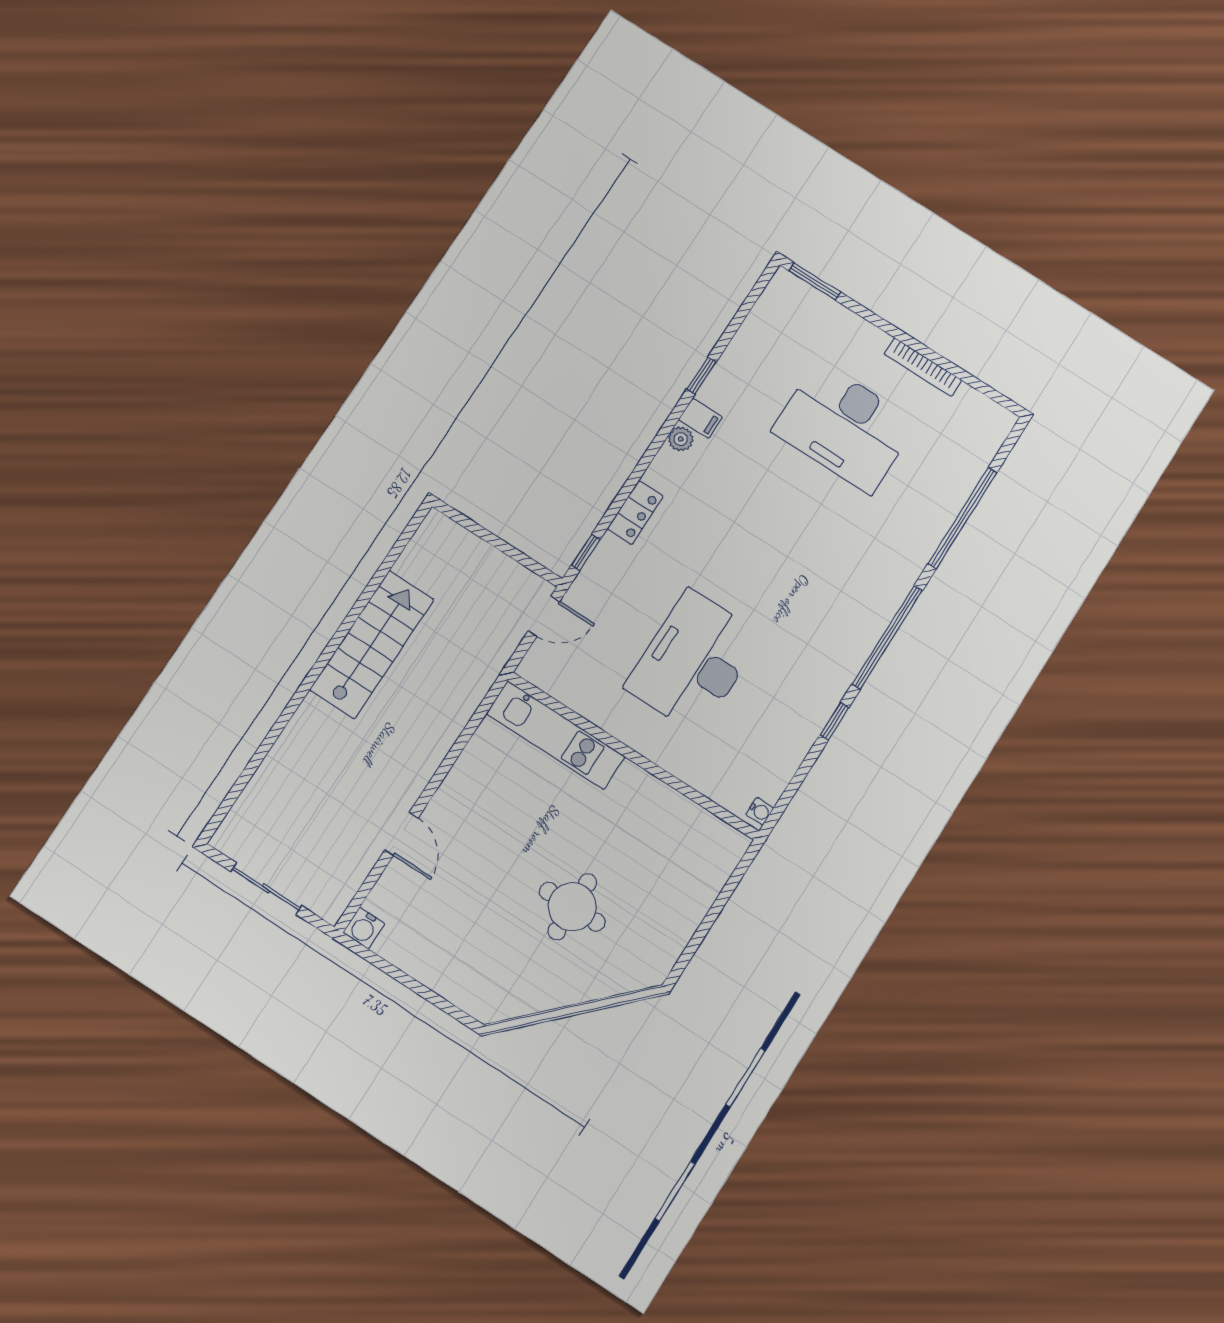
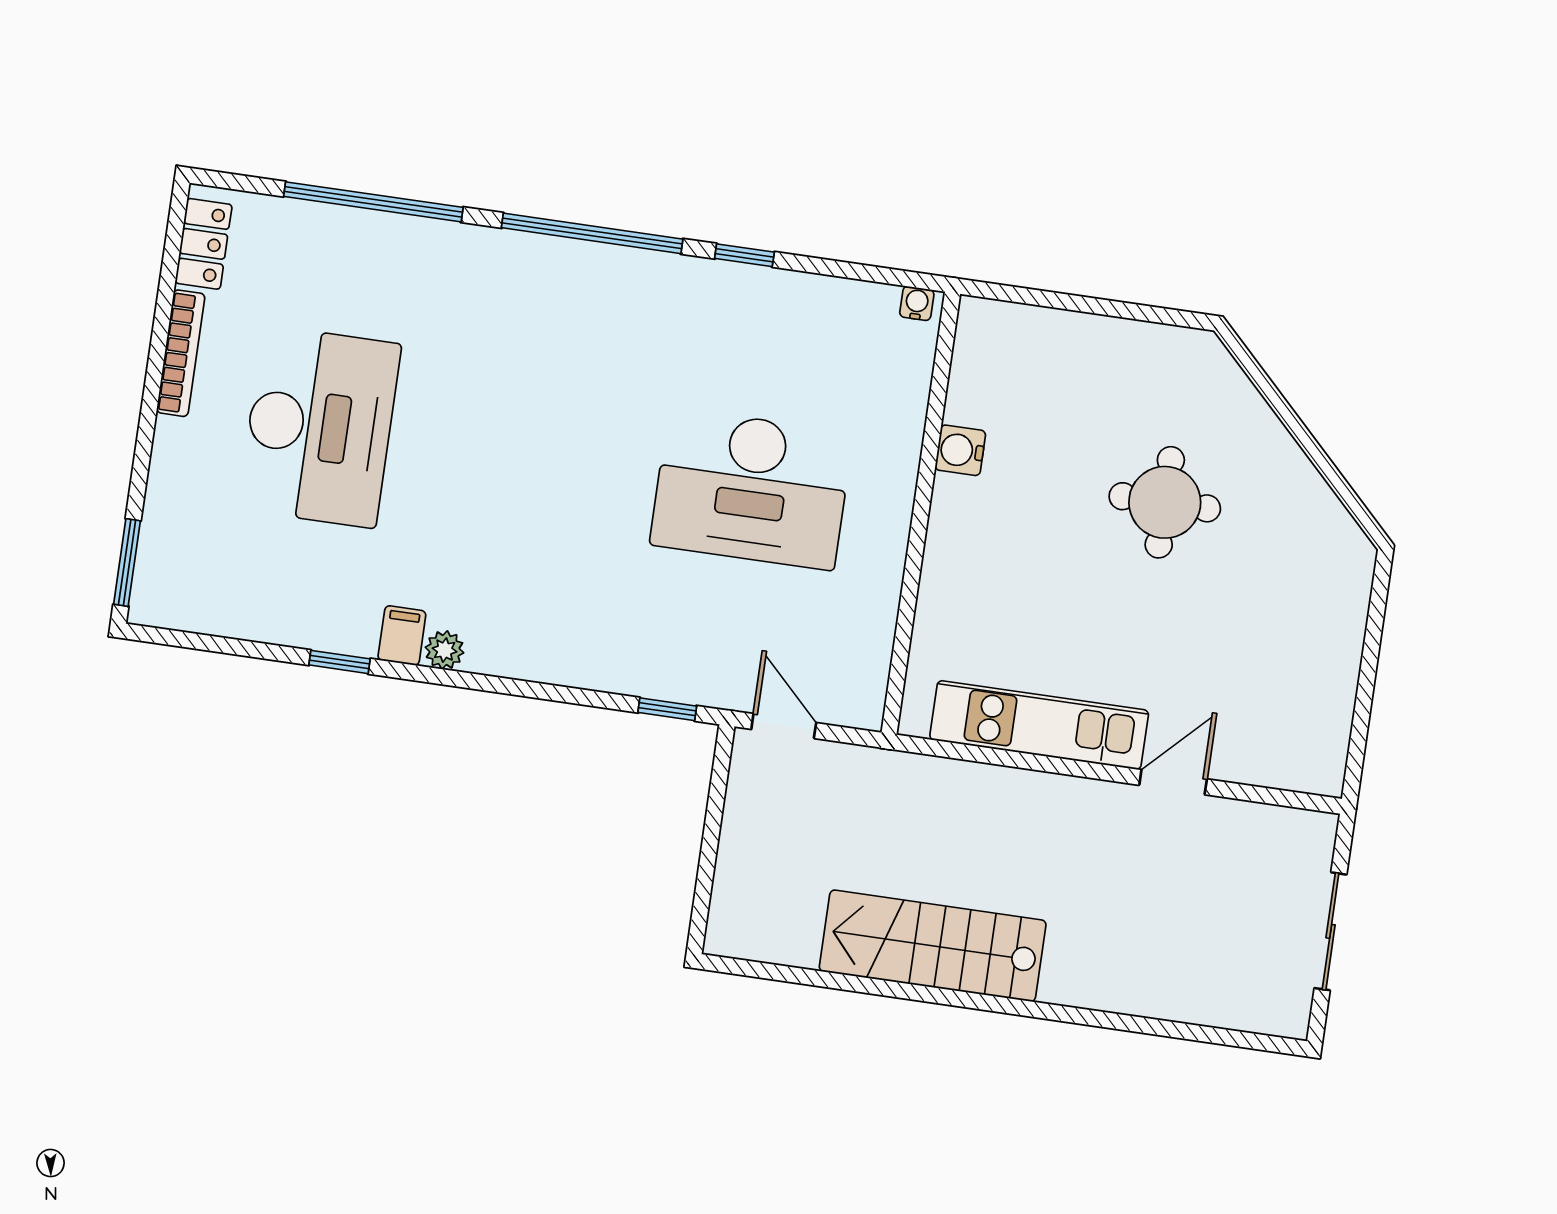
locker: (635, 513) -> (204, 244), moved, turned 90
kitchen unit: (556, 735) -> (1039, 725), moved, turned -90
water cooler: (364, 928) -> (960, 450), moved, turned 180

